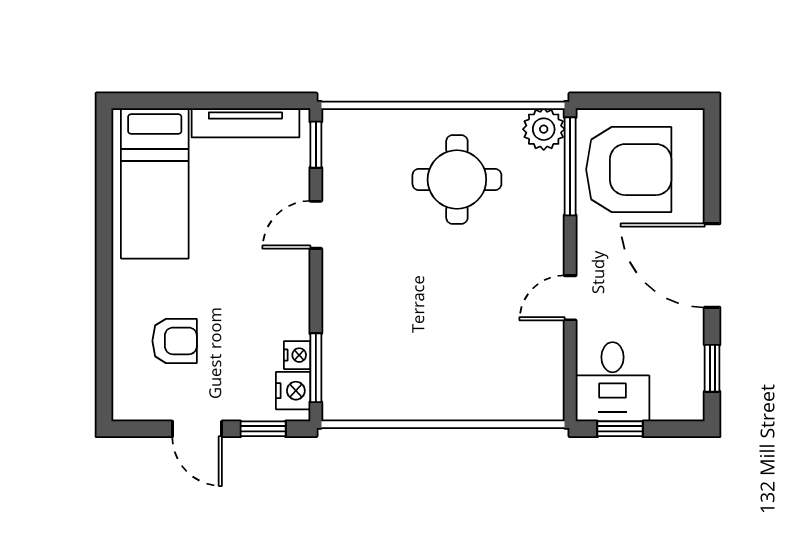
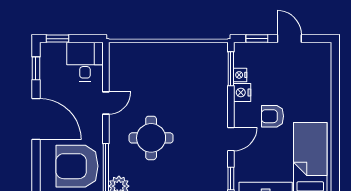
round table: (457, 179) -> (151, 138), moved
armchair: (175, 341) -> (272, 116), moved
nightstand: (293, 391) -> (242, 92), moved
window: (620, 429) -> (58, 39), moved

